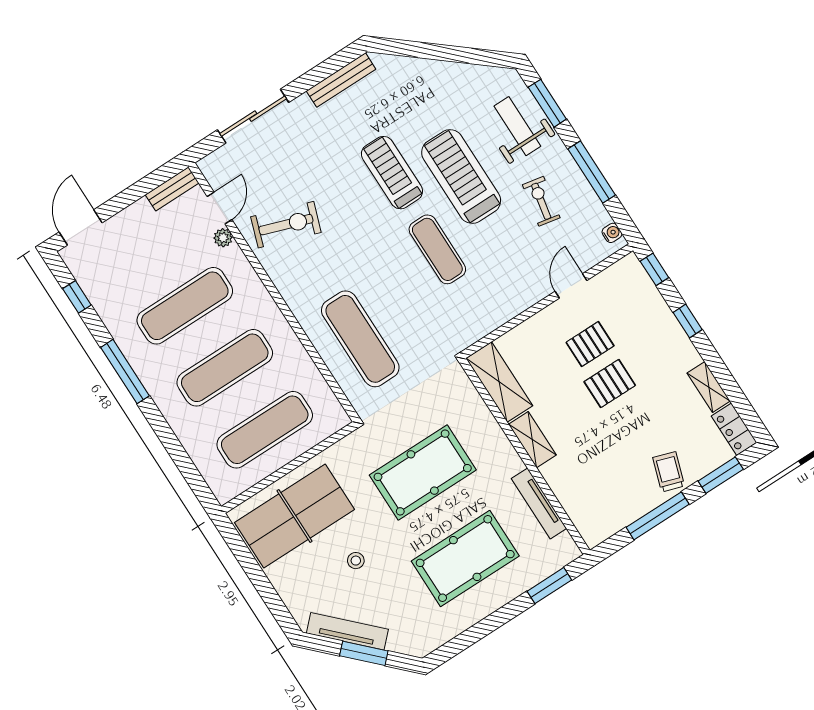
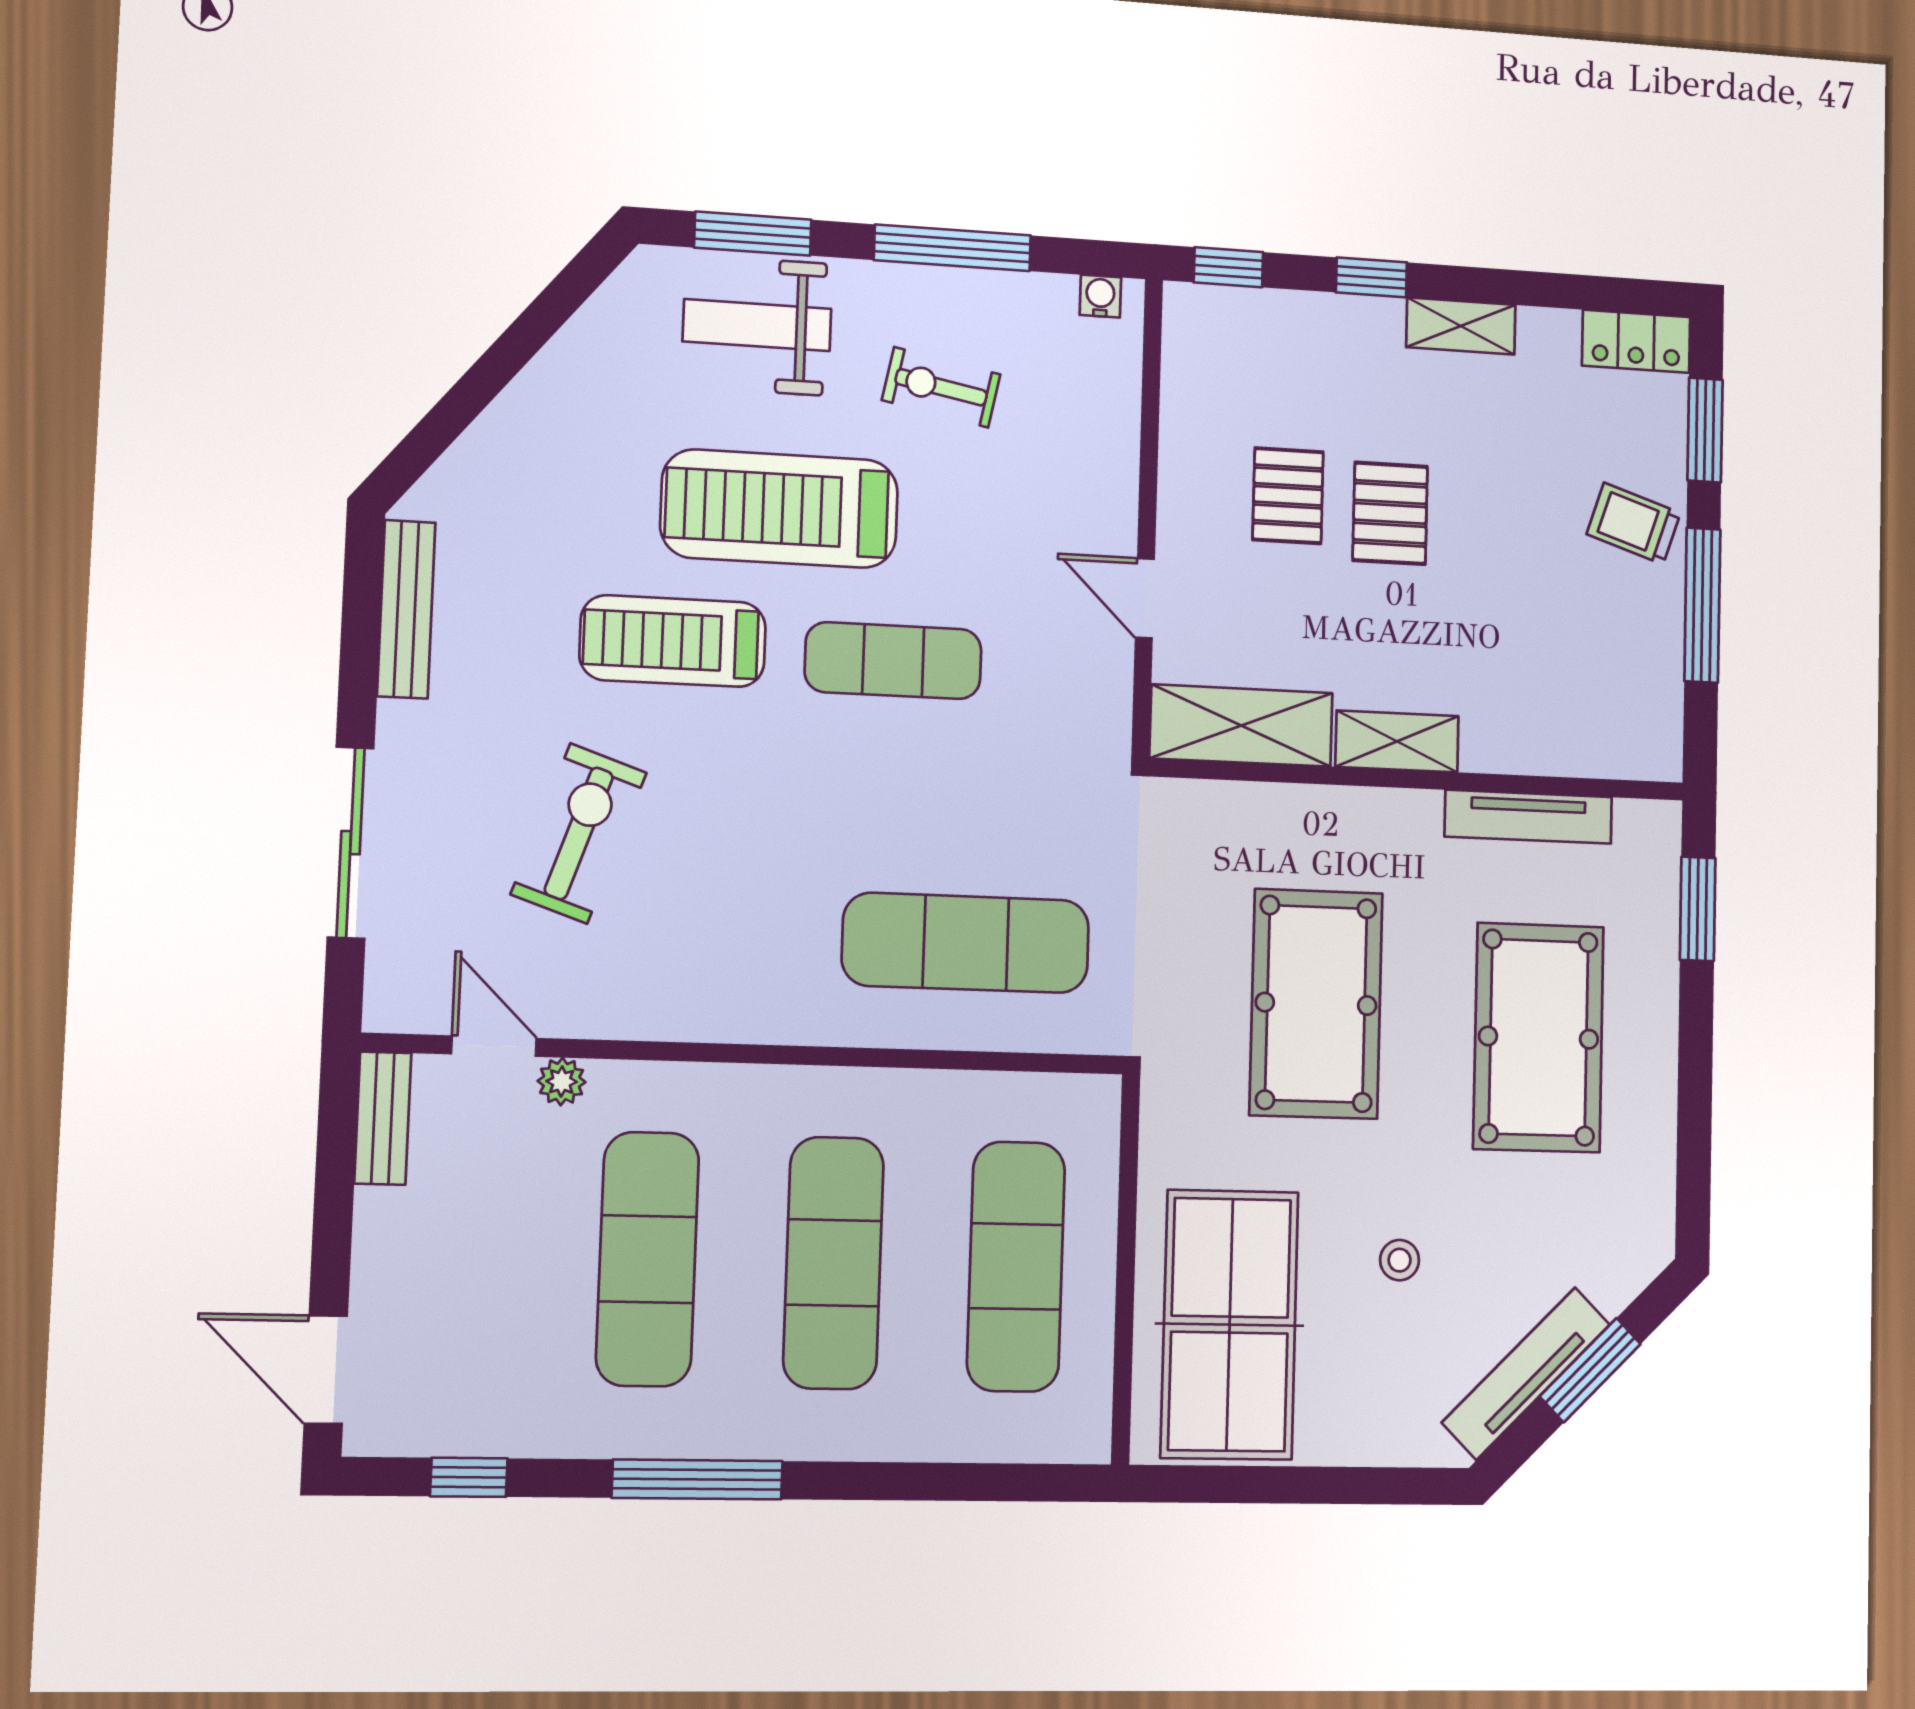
exercise bike: (286, 225) -> (579, 833), moved
door: (571, 286) -> (1145, 598), moved
shelving: (709, 387) -> (1461, 326), moved

